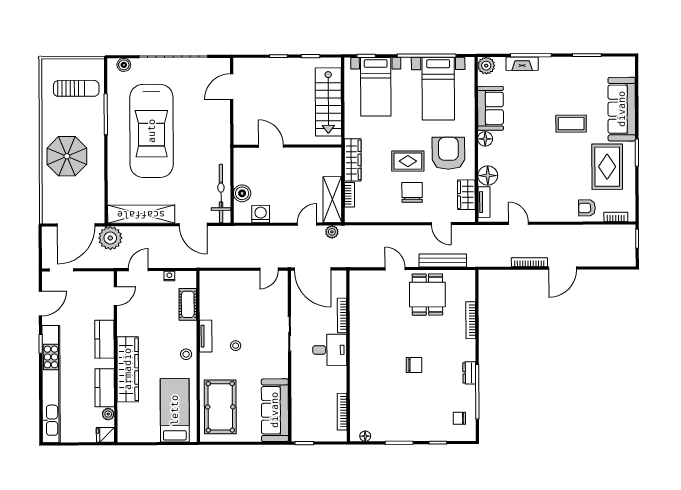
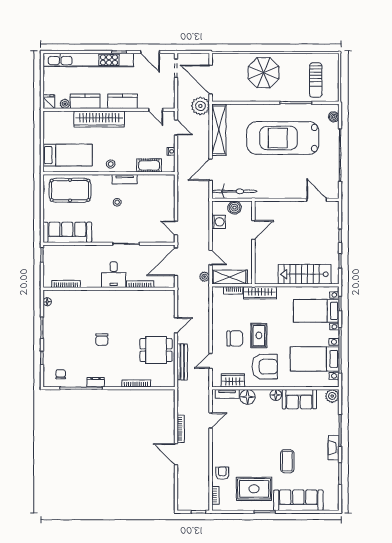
fireplace: (522, 64) -> (334, 448), moved
door: (271, 146) -> (253, 230), moved
wall: (287, 146) -> (253, 243), moved

